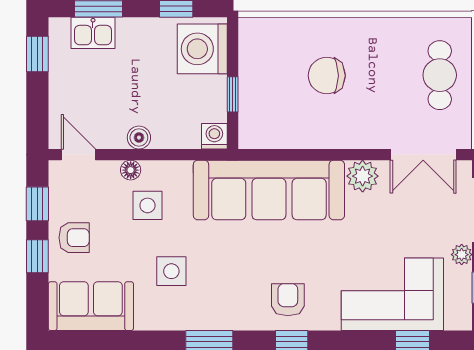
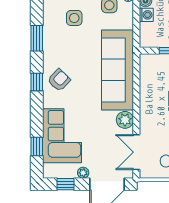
washing machine: (214, 136) -> (146, 15), moved
armchair: (288, 300) -> (59, 80), turned -46

